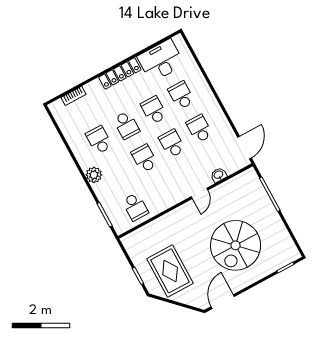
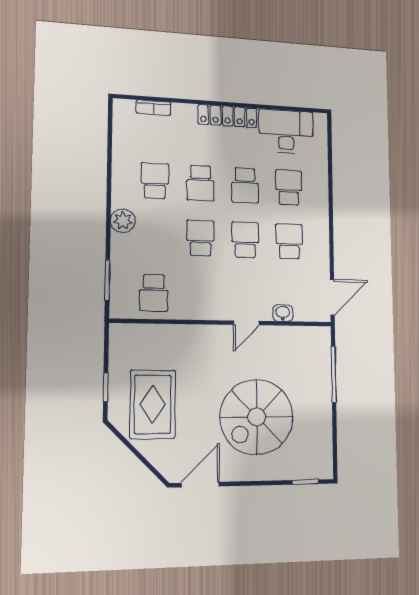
school desk: (154, 110) -> (245, 185), turned 180

